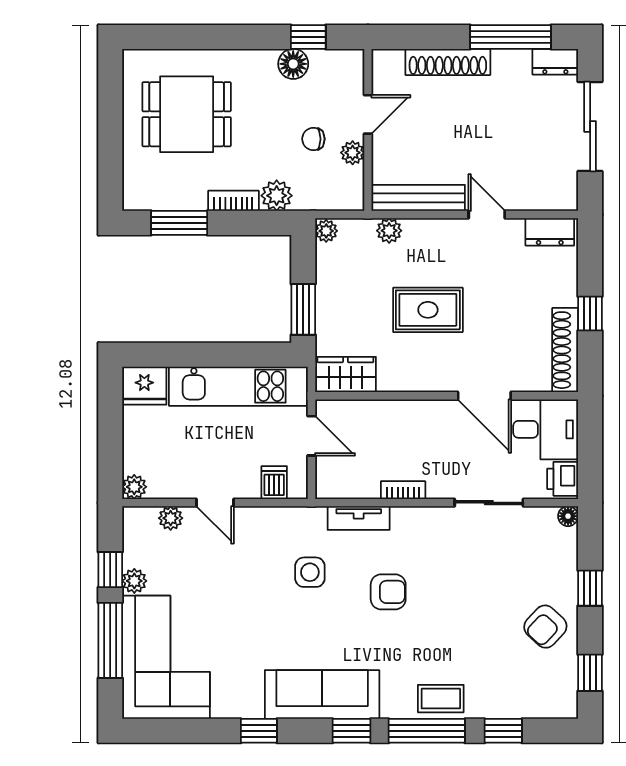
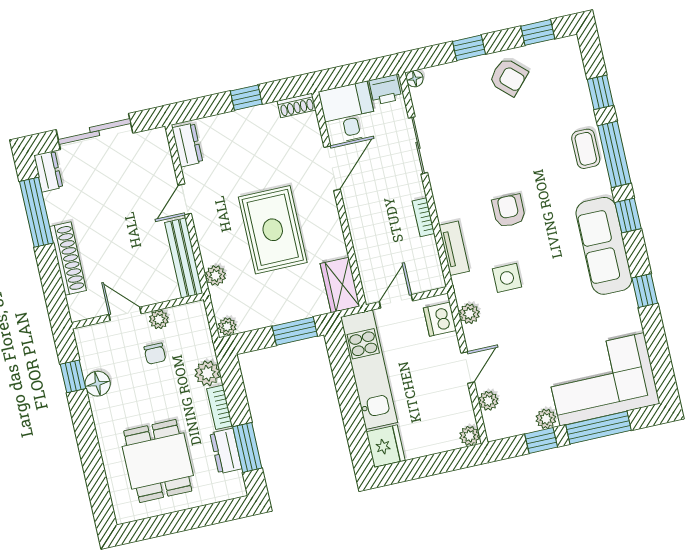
dresser: (180, 197) -> (226, 451), added
rug: (428, 310) -> (273, 230), width x1.36, depth x1.43
shoe rack: (565, 350) -> (297, 105), width x0.51, depth x0.81
dishwasher: (274, 483) -> (440, 319), width x1.38
plant: (278, 519) -> (469, 314), added

